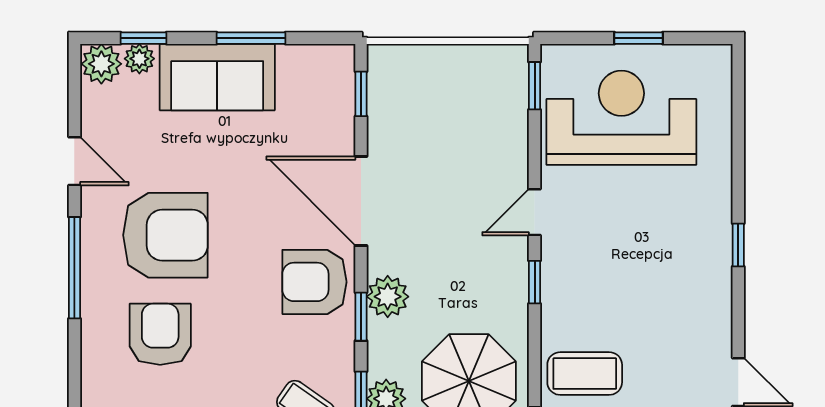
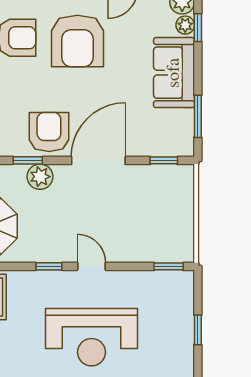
window: (251, 38) -> (198, 116), moved
reception desk: (621, 118) -> (91, 337), moved, turned 90

